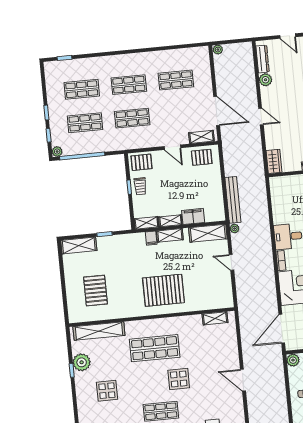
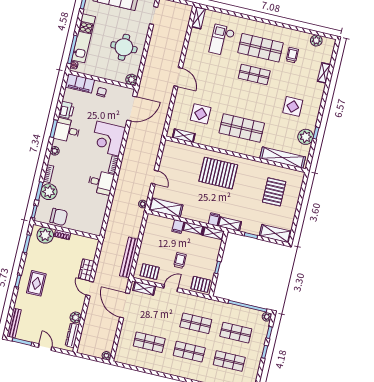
door: (172, 147) -> (171, 288), hinge flipped
wardrobe: (274, 161) -> (86, 270), moved
trolley: (140, 186) -> (180, 260), moved
bench: (233, 200) -> (129, 257), moved
filing cabinet: (193, 216) -> (178, 227), width x0.50
shelving: (170, 235) -> (230, 224), moved
display table: (179, 379) -> (201, 114), moved

